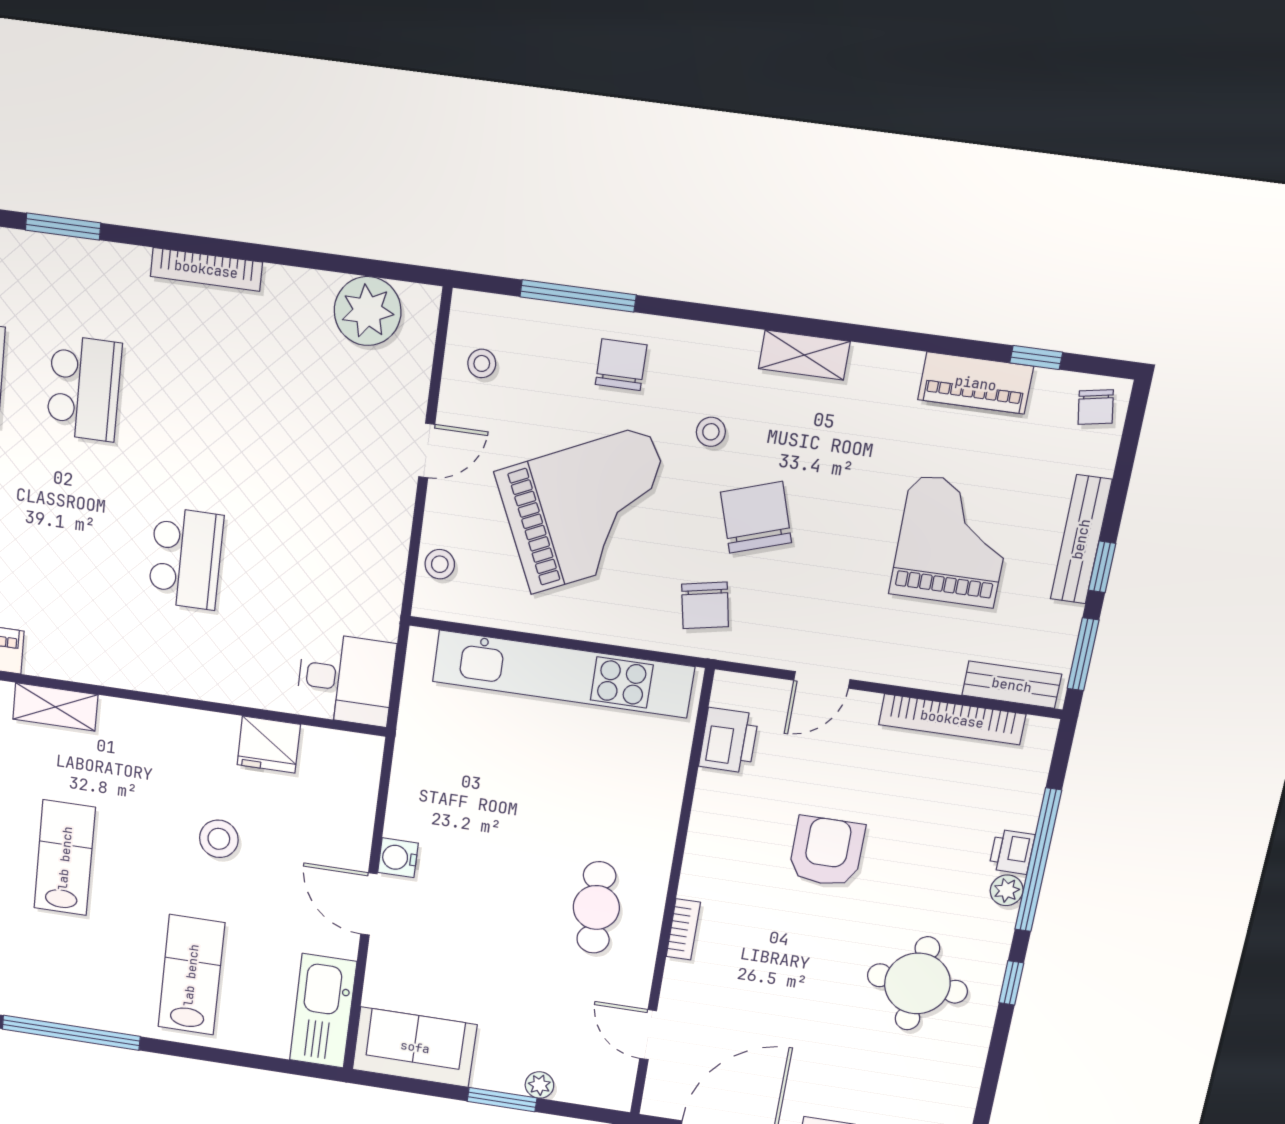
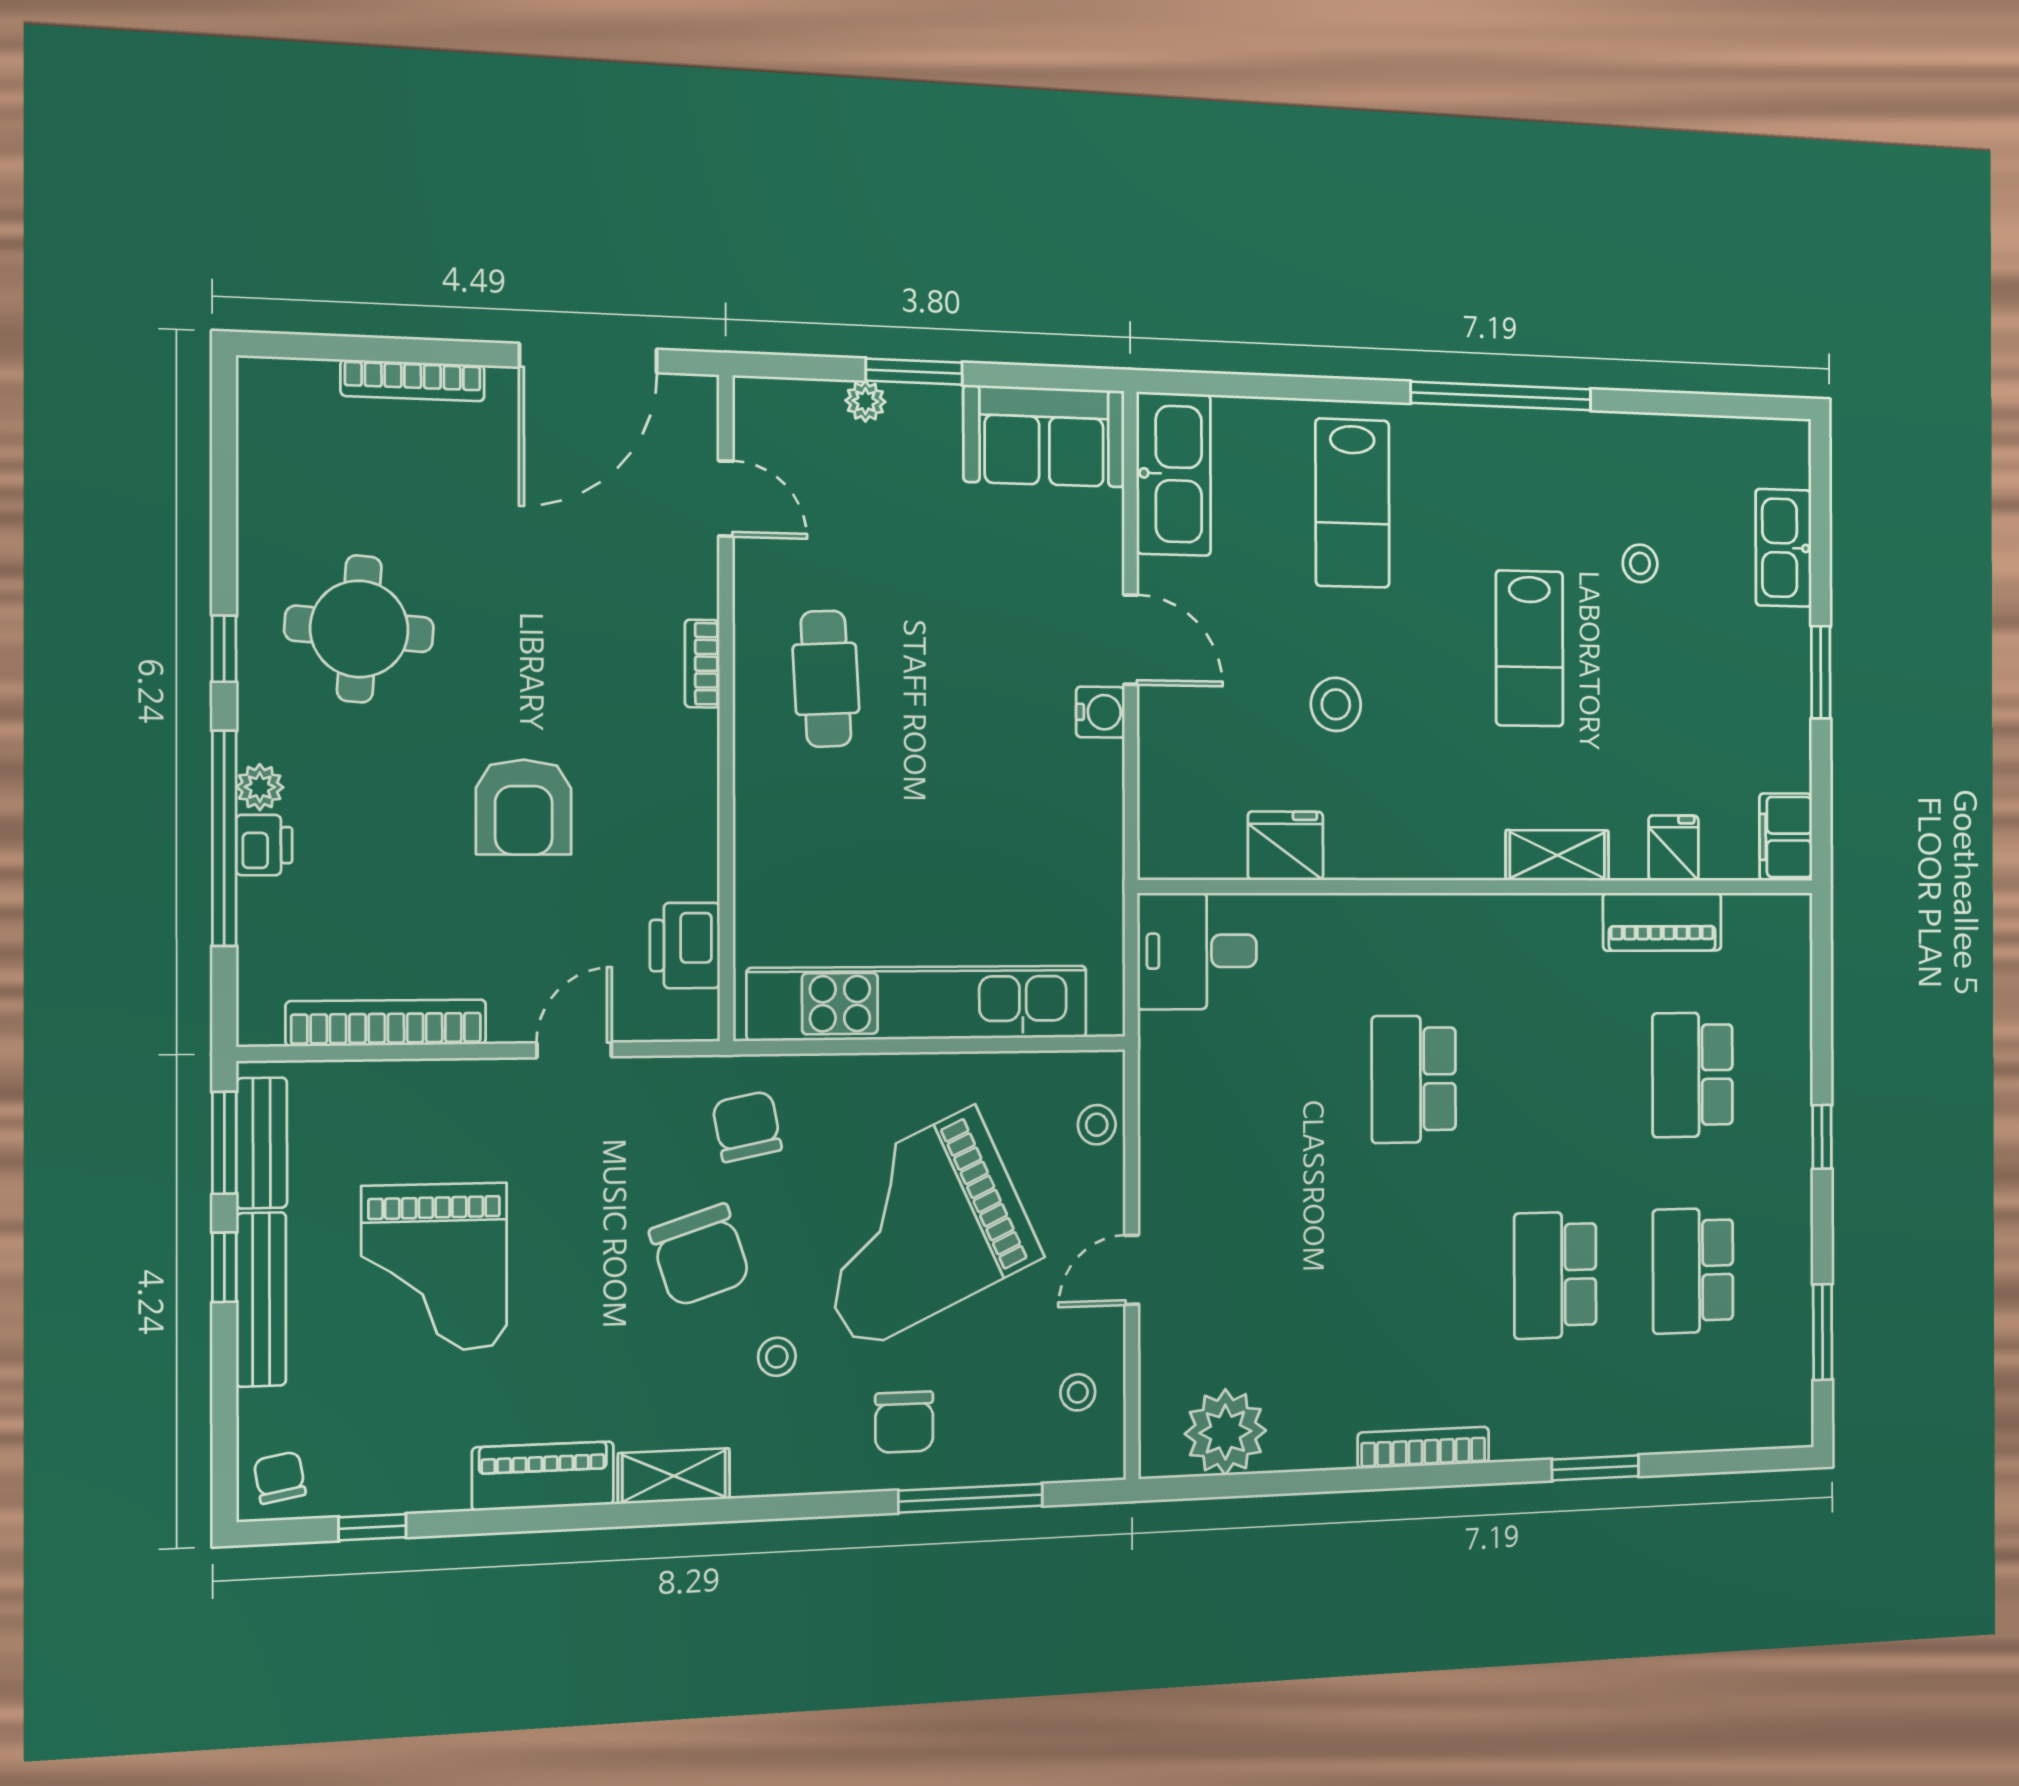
piano: (976, 383) -> (543, 1476), moved
bench: (1012, 685) -> (262, 1143), moved, turned 90

